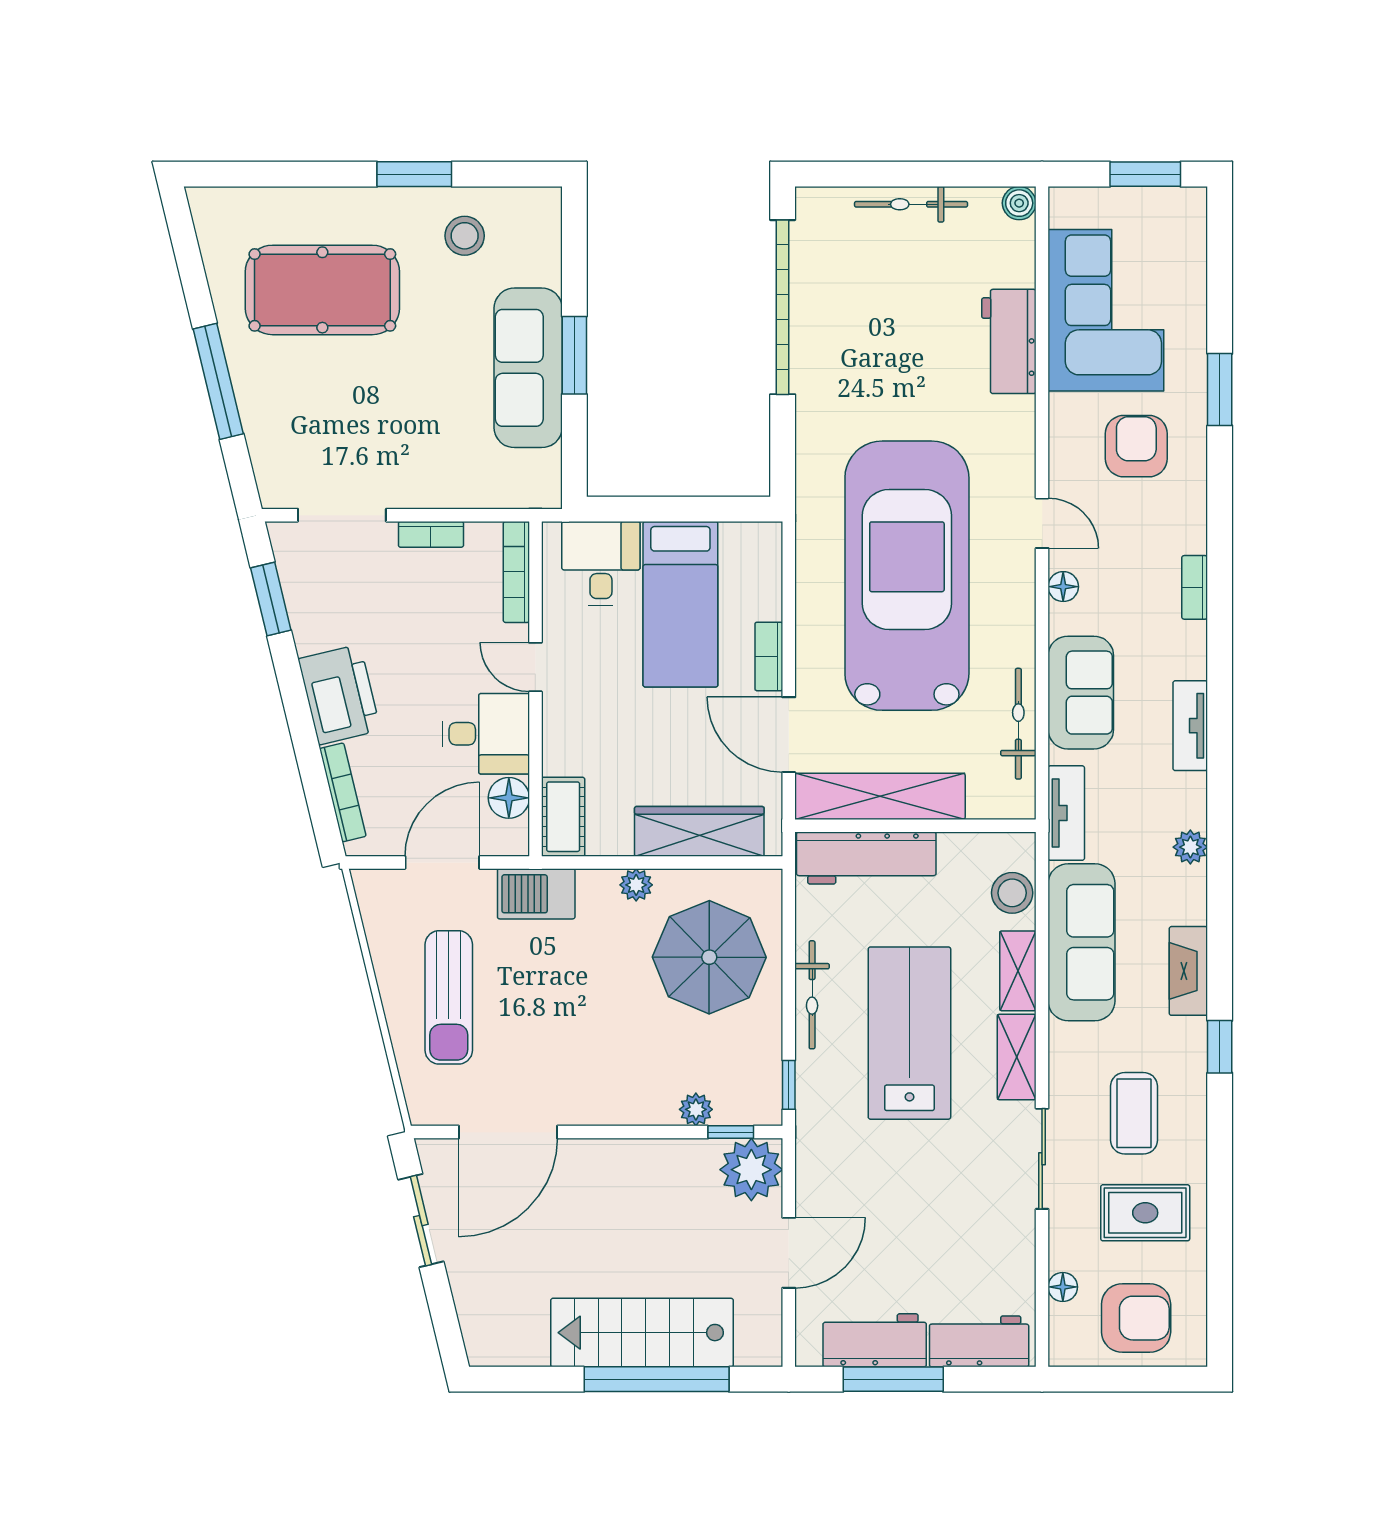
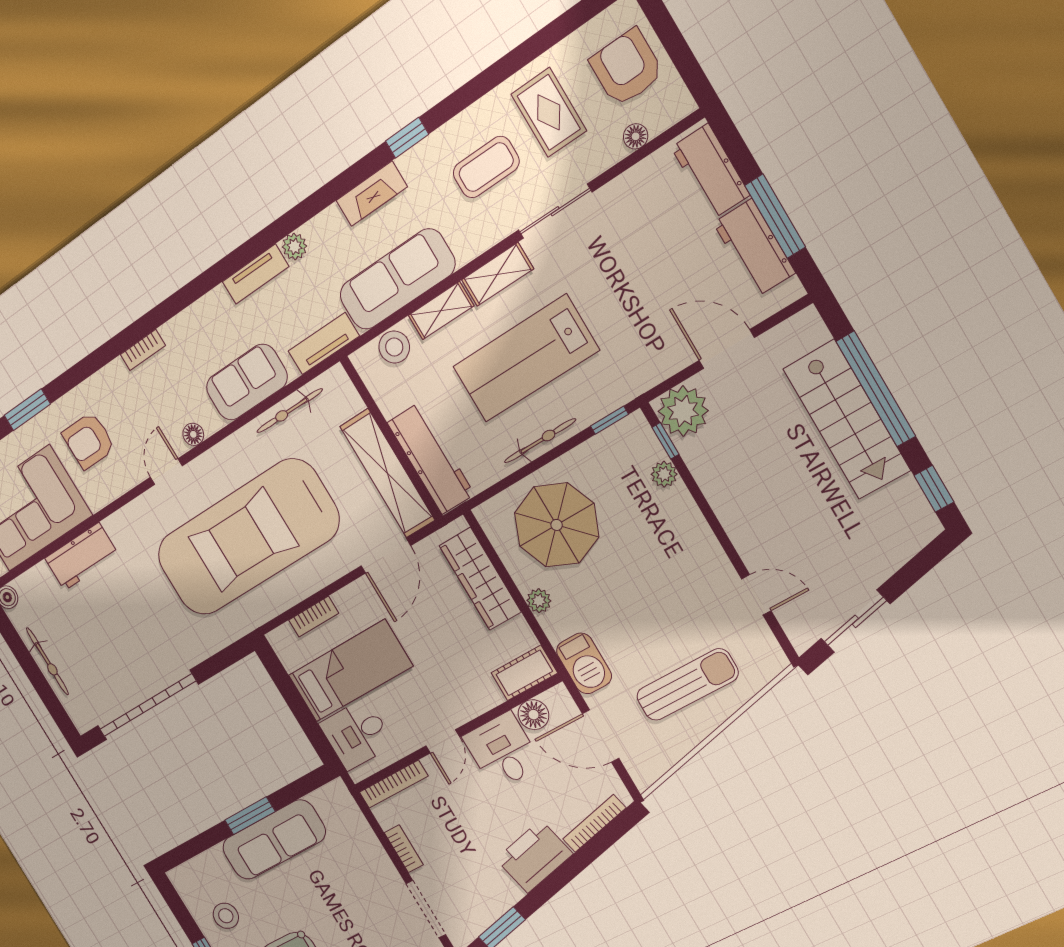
bookcase: (769, 656) -> (314, 617), moved
tv unit: (1190, 726) -> (256, 274), moved
door: (508, 1132) -> (756, 595), width x0.53
window: (519, 1379) -> (934, 489), added

